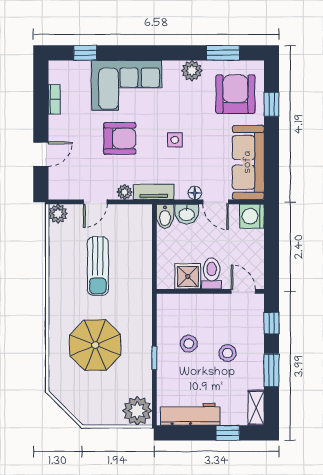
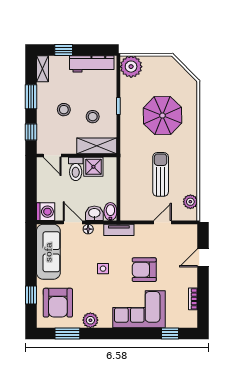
plant: (125, 192) -> (141, 230), removed
plant: (58, 214) -> (190, 202), moved
shelving: (183, 304) -> (97, 146), added

